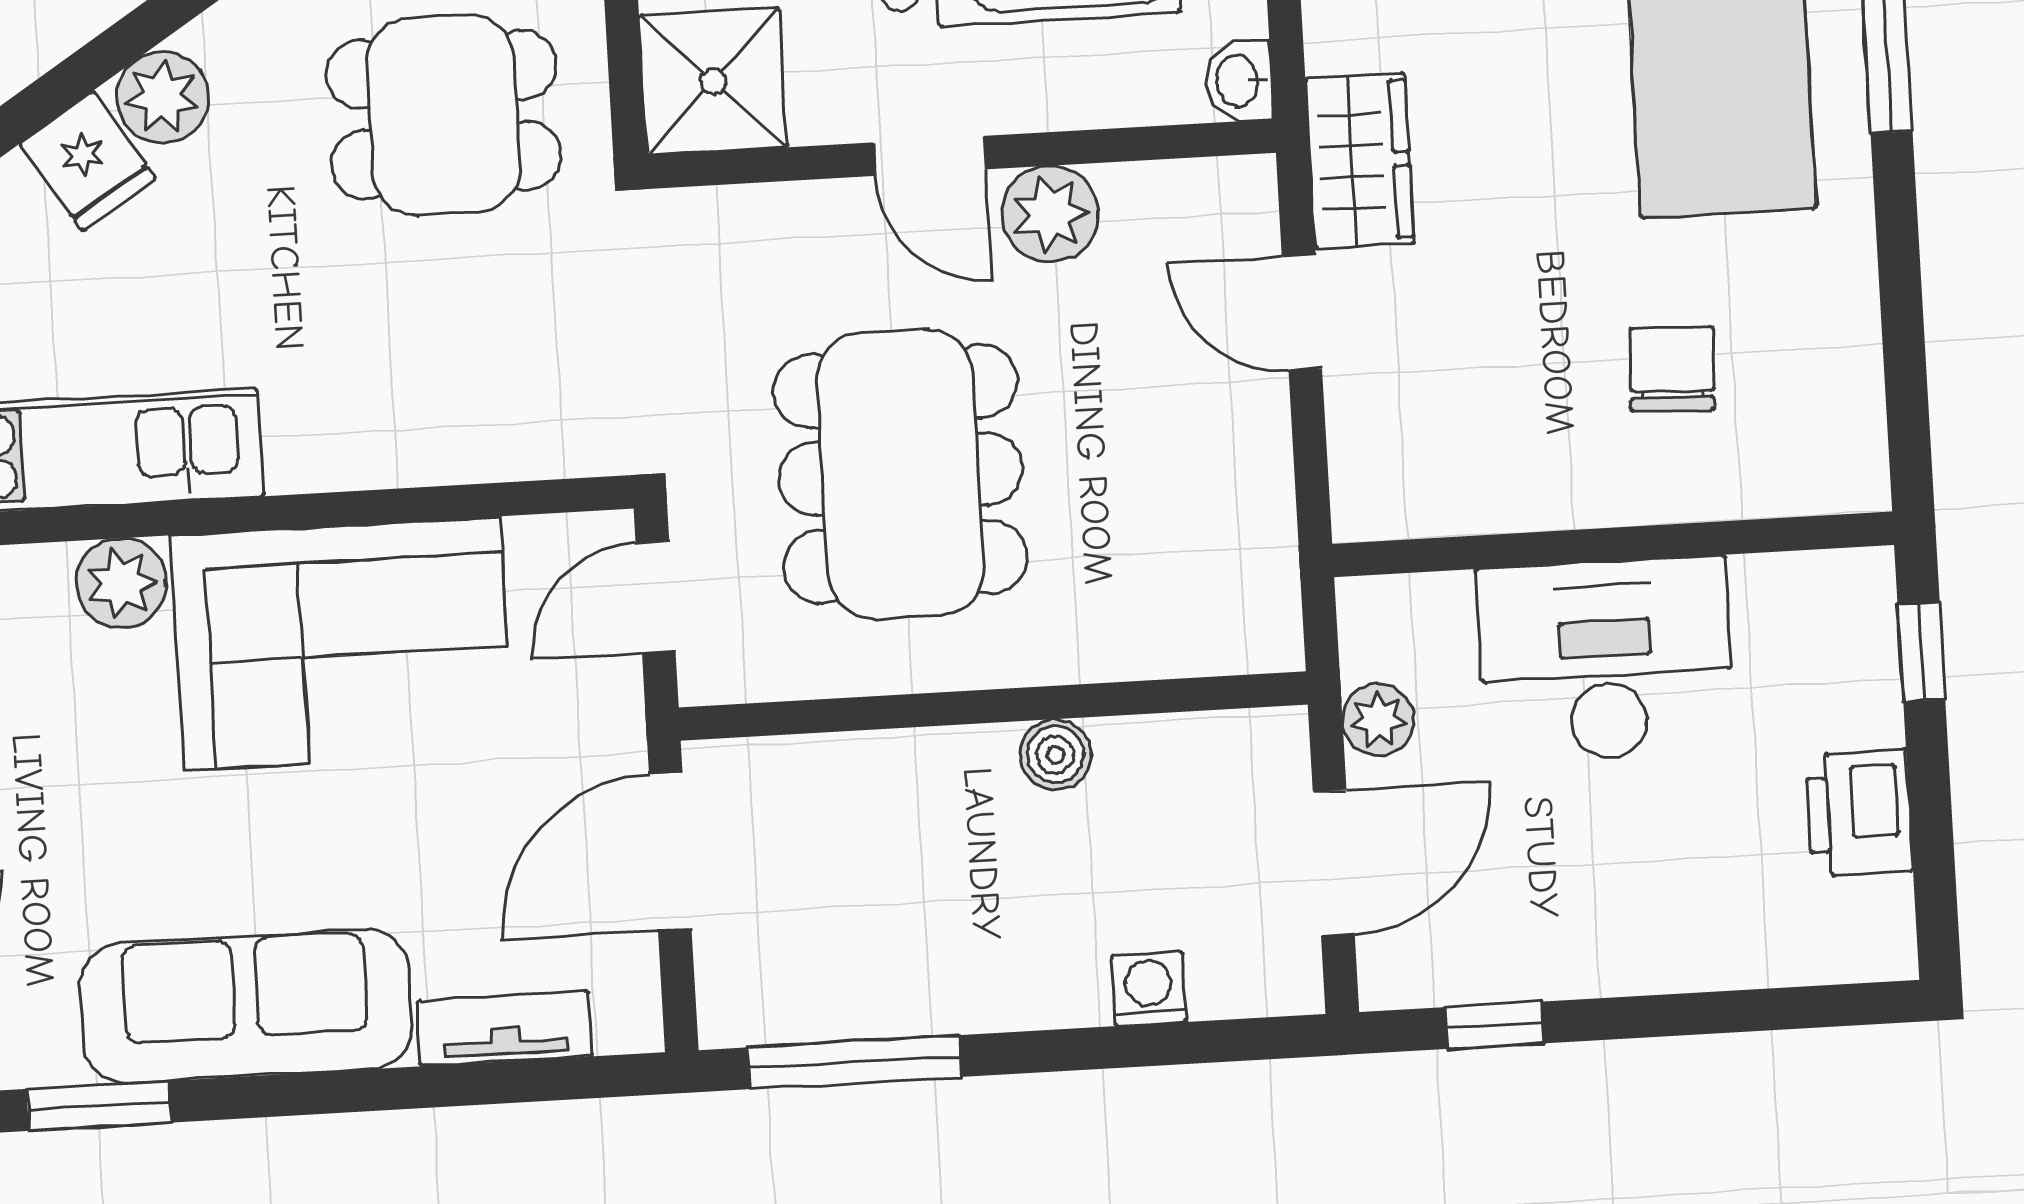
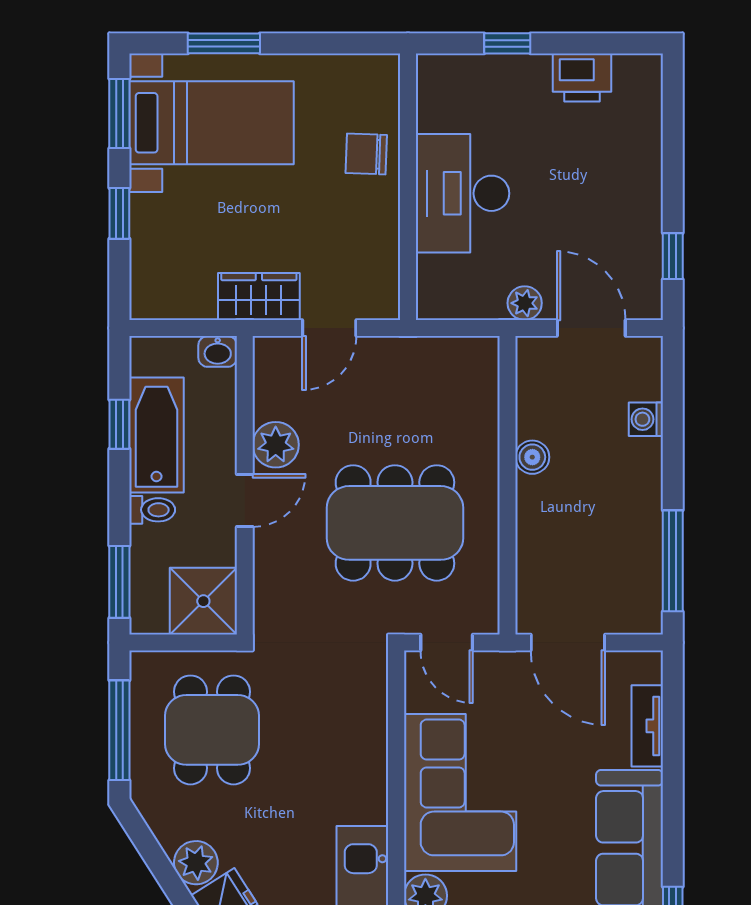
wall: (1613, 544) -> (408, 187), moved
desk: (1606, 660) -> (463, 193), moved

